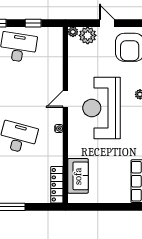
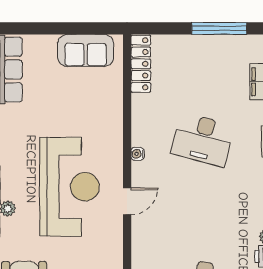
sofa: (78, 176) -> (86, 50), moved, turned -90

